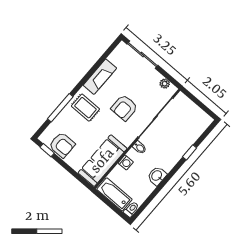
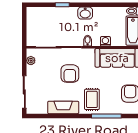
armchair: (124, 108) -> (70, 74), turned 90
washbasin: (157, 176) -> (85, 13), moved

